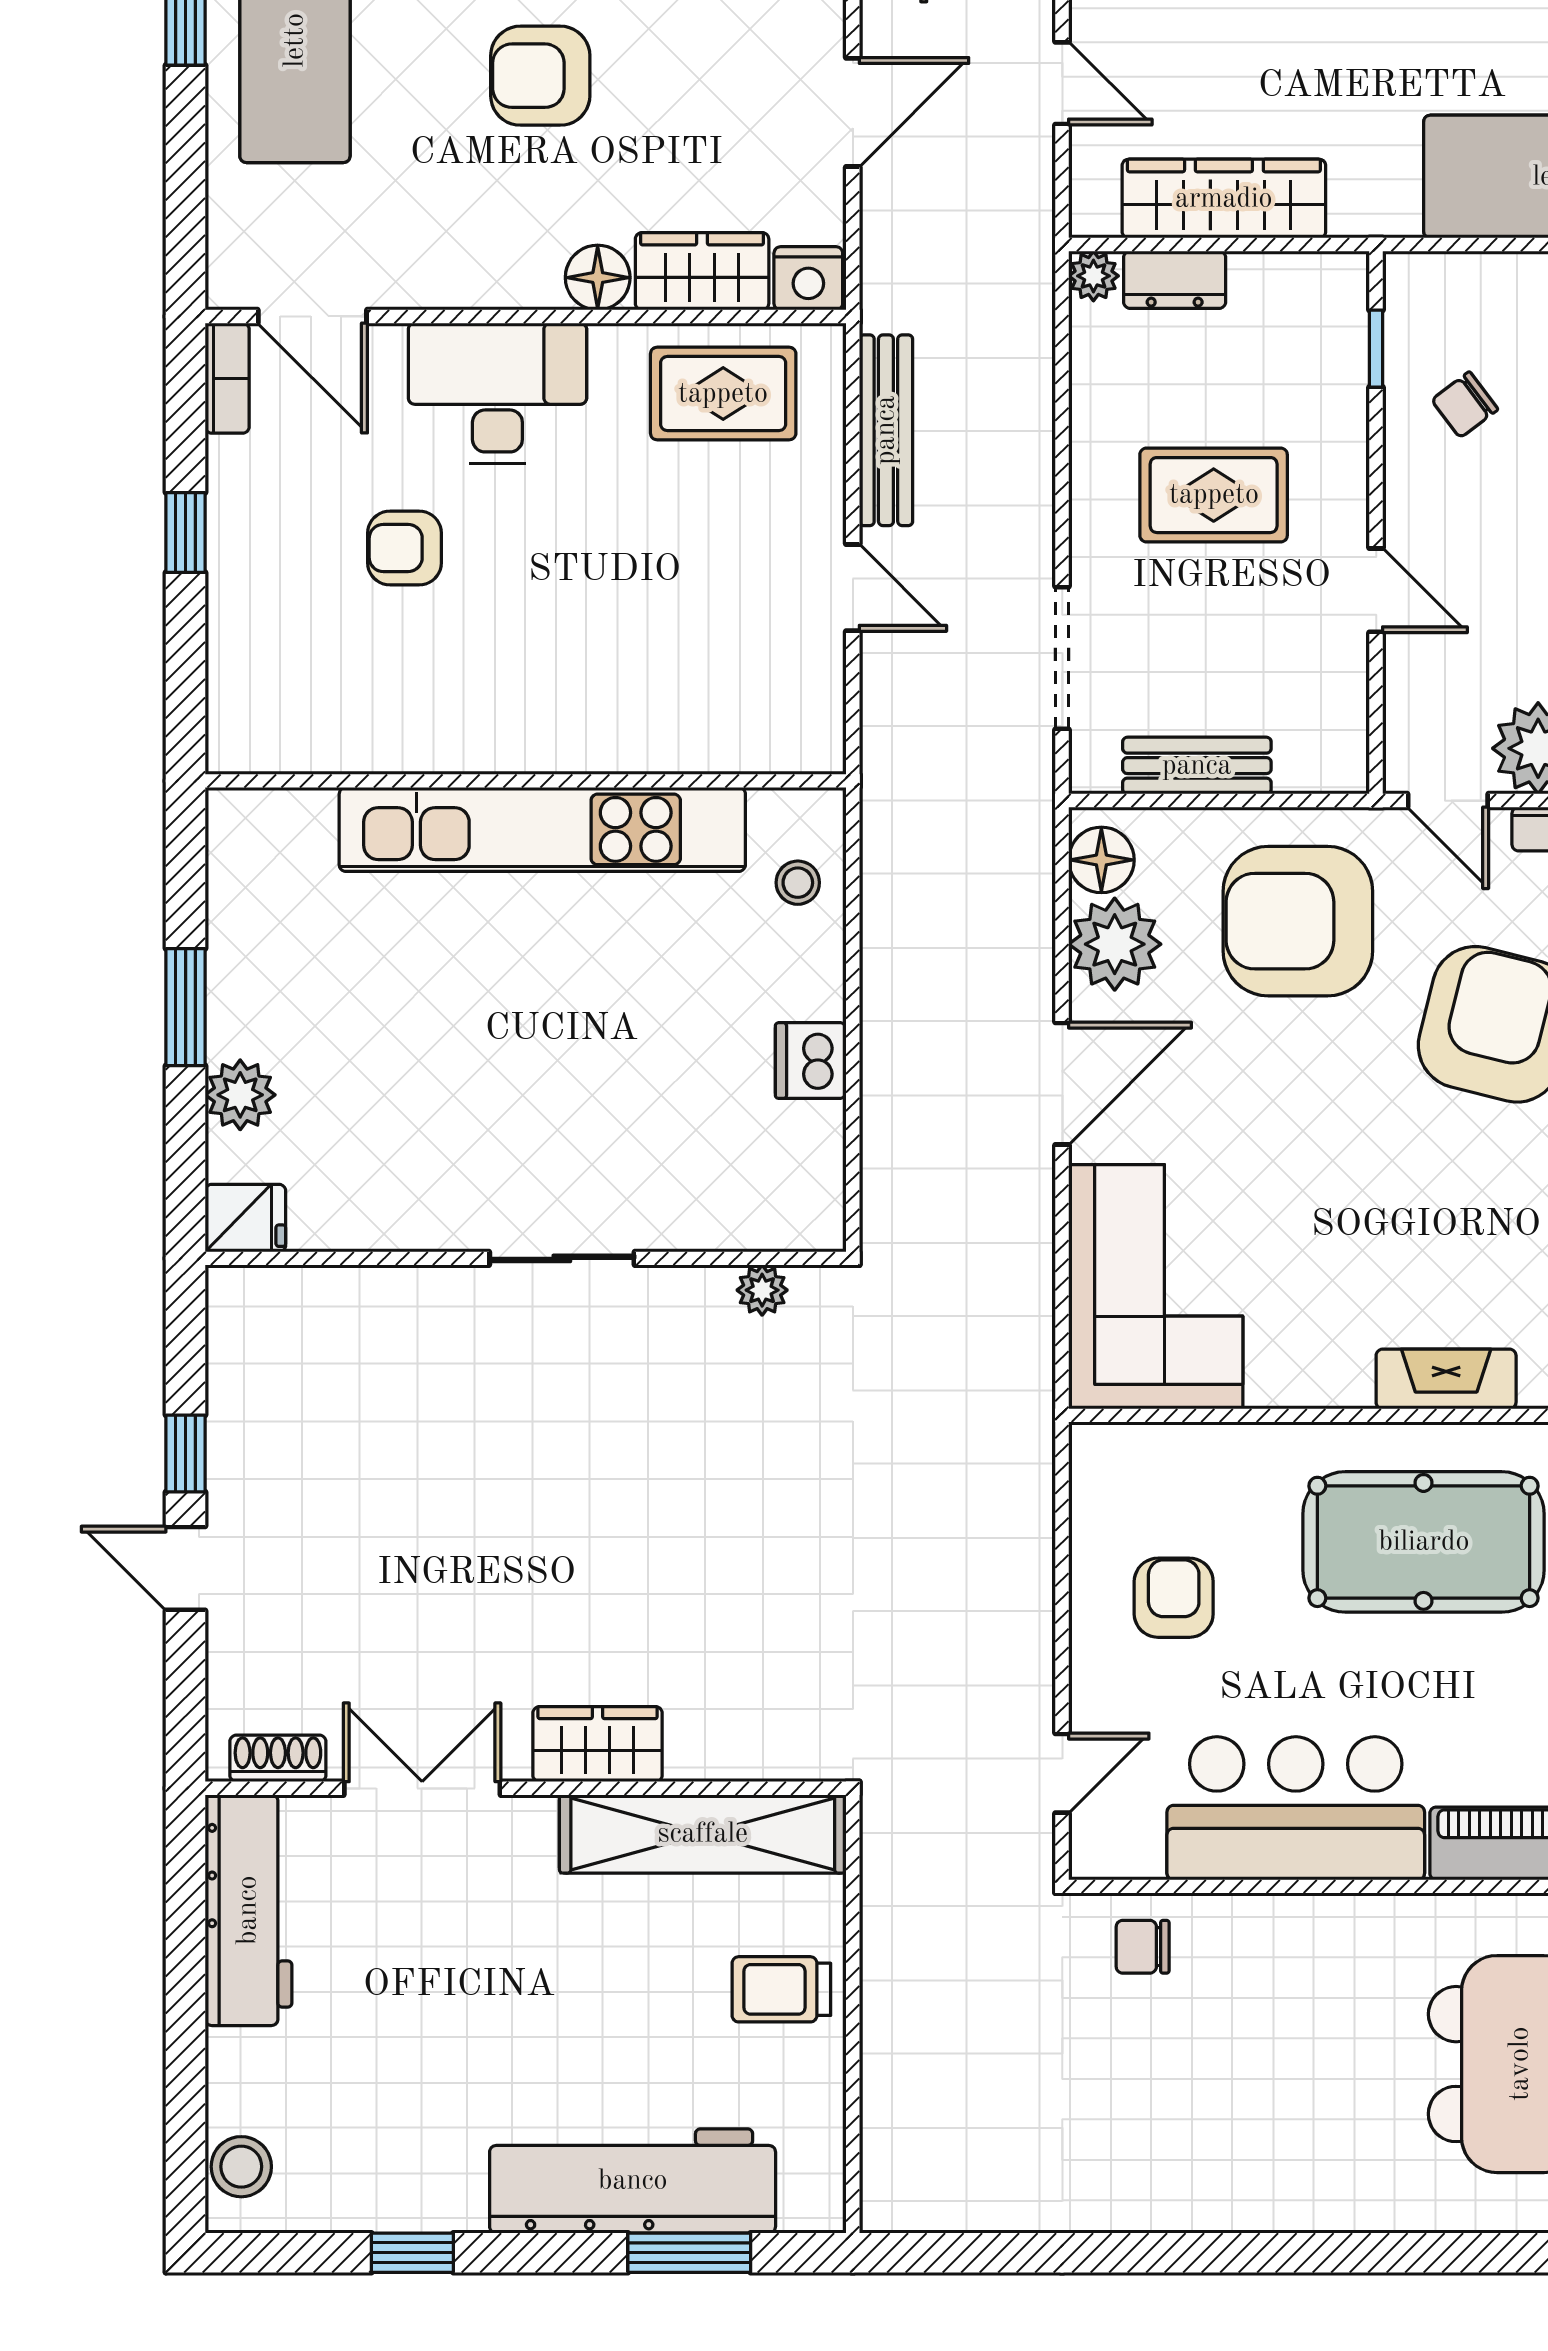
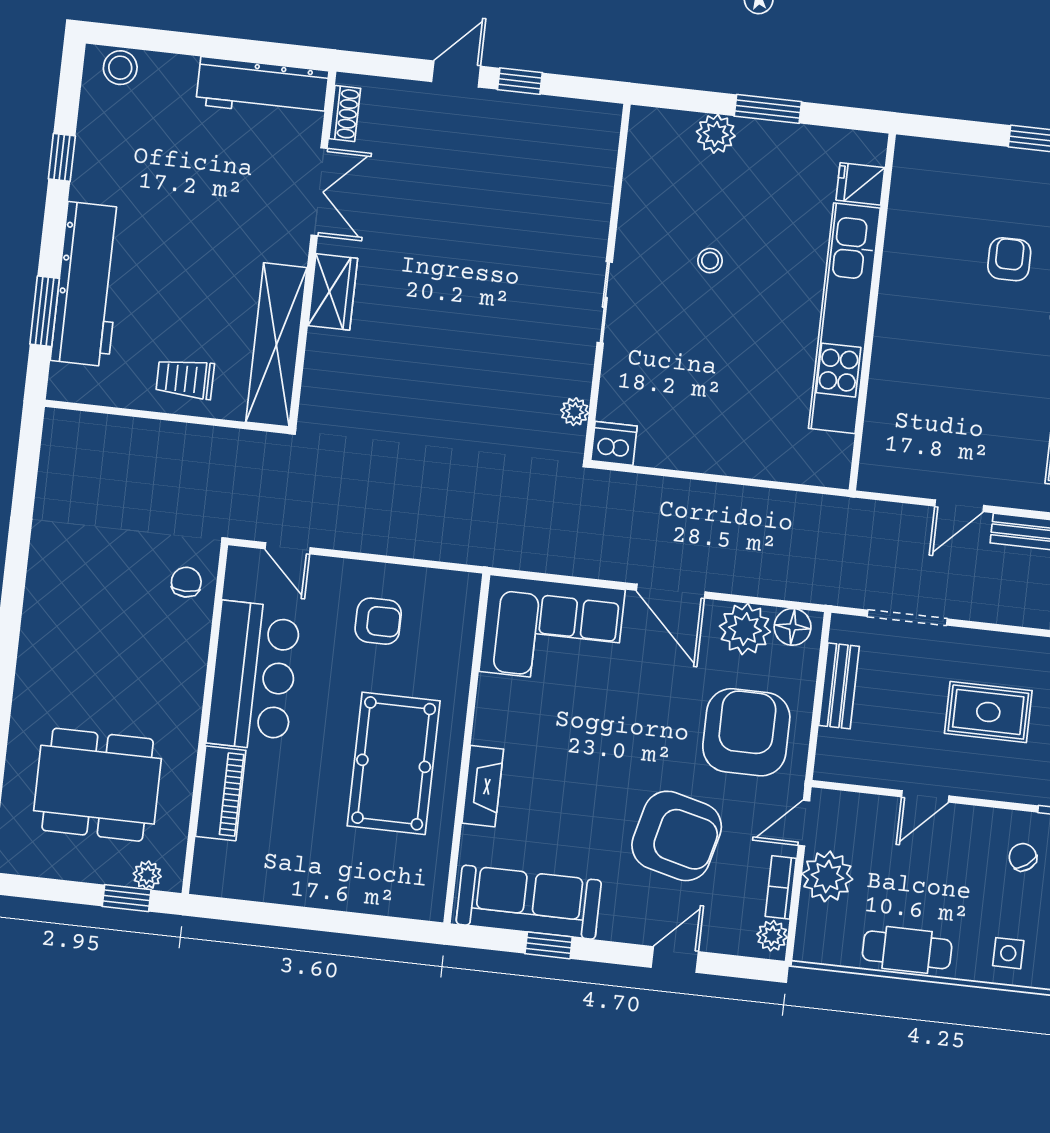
rug: (1214, 495) -> (988, 712), turned 90
stool: (798, 883) -> (710, 261), moved
dishwasher: (811, 1061) -> (614, 443), moved
fridge: (245, 1218) -> (860, 184), moved, turned 90
trolley: (781, 1989) -> (185, 379), turned -90

